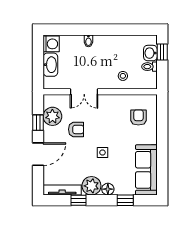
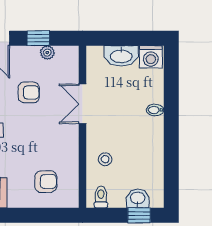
toilet: (149, 67) -> (101, 197), moved
plant: (52, 116) -> (47, 53), width x0.53, depth x0.53
armchair: (76, 129) -> (29, 92), turned -90

